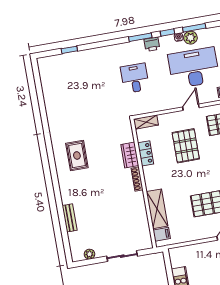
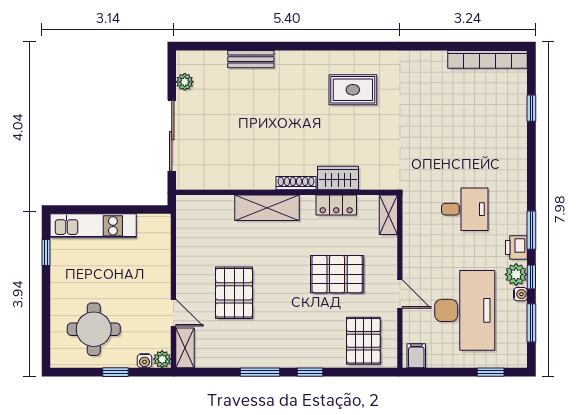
plant: (190, 38) -> (516, 274), moved
bookcase: (45, 80) -> (487, 59), added
shelving: (157, 209) -> (267, 208), moved
filing cabinet: (162, 234) -> (197, 208), removed
sliding door: (122, 256) -> (172, 136), width x1.37

